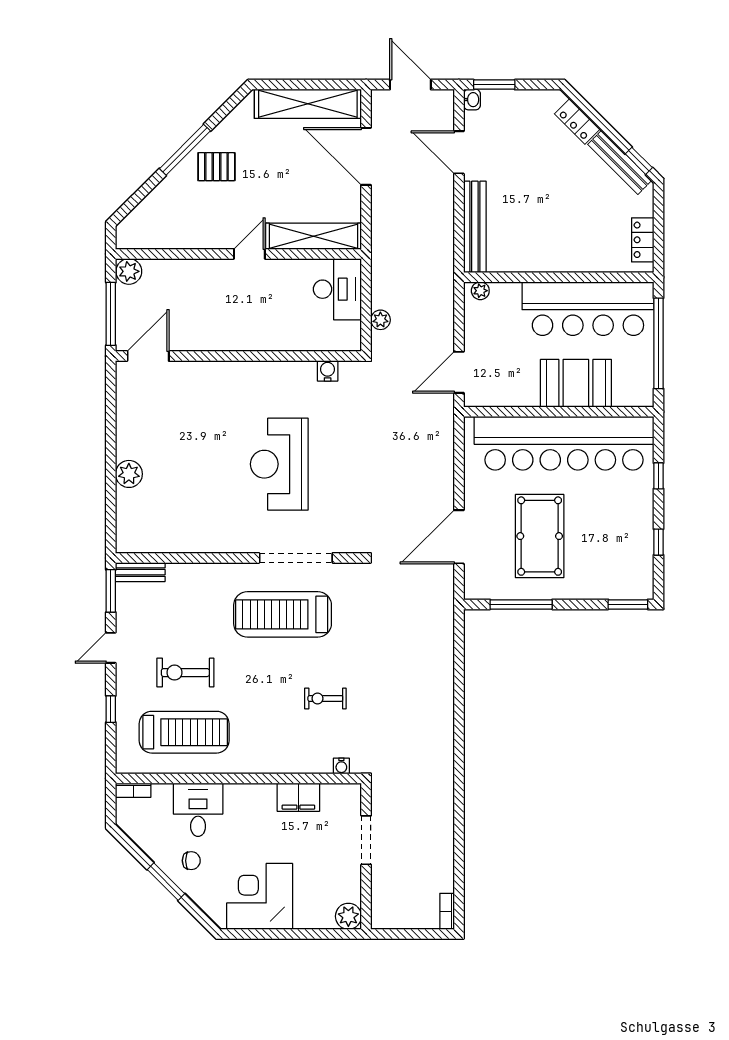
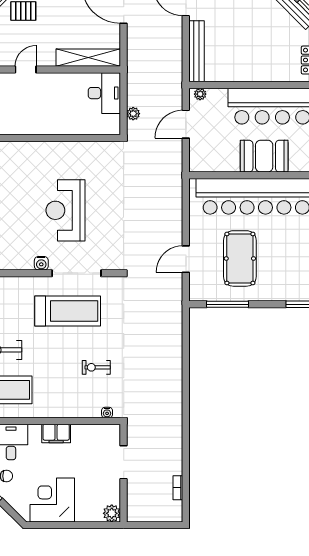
door: (249, 254) -> (26, 69), moved
water cooler: (328, 371) -> (41, 263), moved, turned 180
door: (459, 372) -> (186, 124), moved
door: (459, 537) -> (186, 259), width x0.73
treadmill: (283, 614) -> (68, 311), turned 180
filing cabinet: (298, 797) -> (56, 433), moved
bookcase: (447, 911) -> (178, 488), moved

